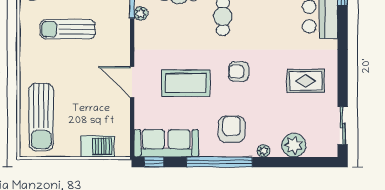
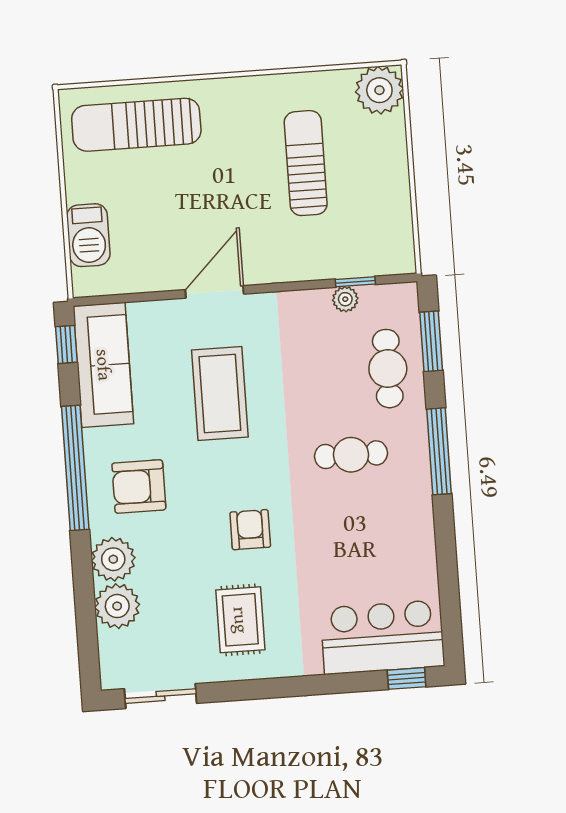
armchair: (239, 72) -> (250, 530), moved
armchair: (232, 129) -> (139, 487), turned 180
plant: (263, 151) -> (113, 559), width x1.87, depth x1.87

